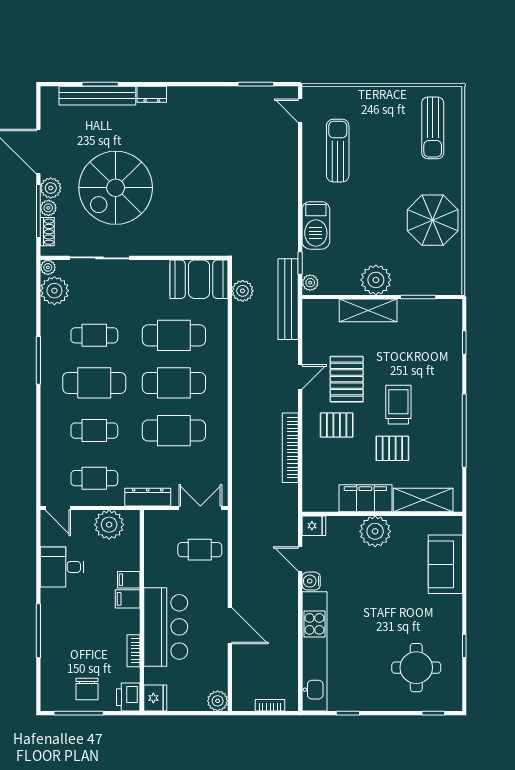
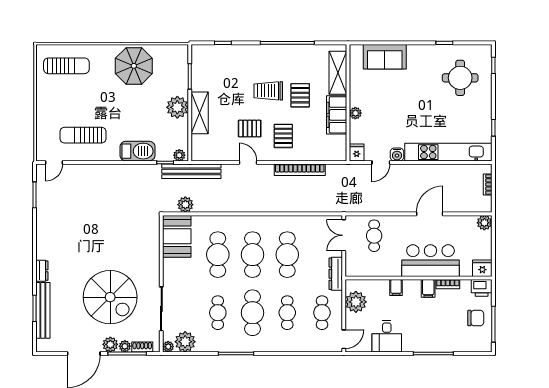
pallet: (347, 379) -> (250, 129), width x0.67, depth x0.71
plant: (375, 531) -> (355, 113), width x0.53, depth x0.53
filing cabinet: (128, 599) -> (428, 288), moved

